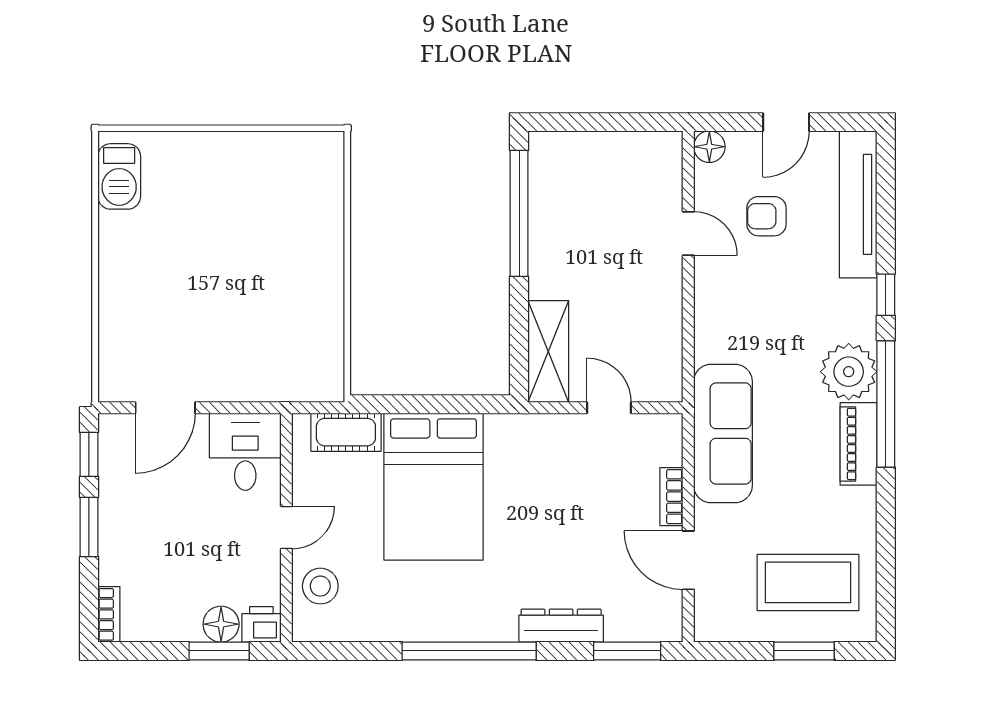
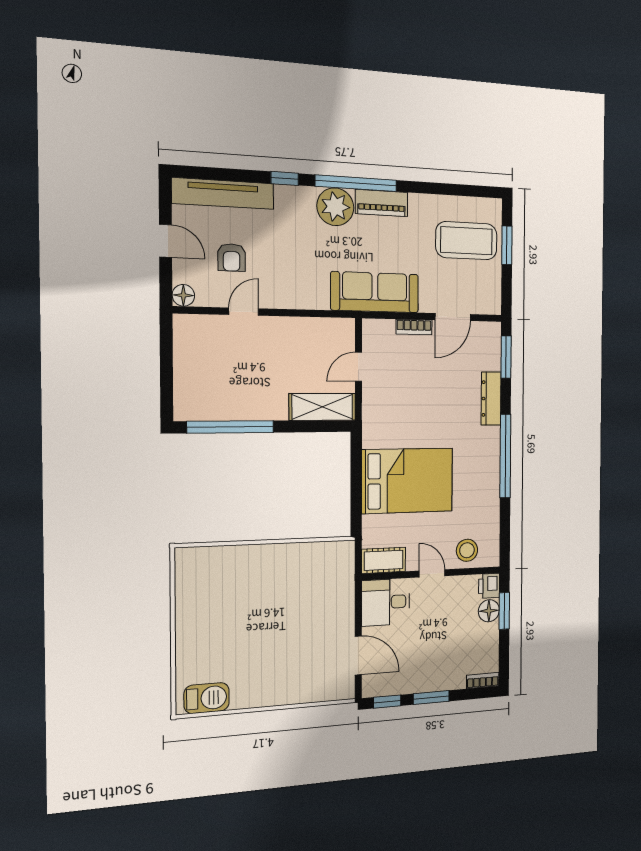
cot: (346, 432) -> (384, 560), moved, turned 90
coffee table: (808, 582) -> (466, 241), turned 90

